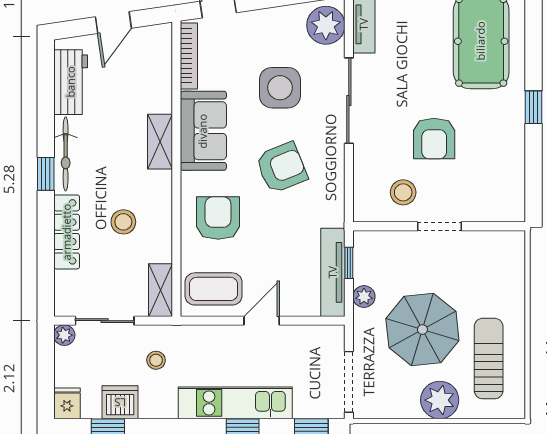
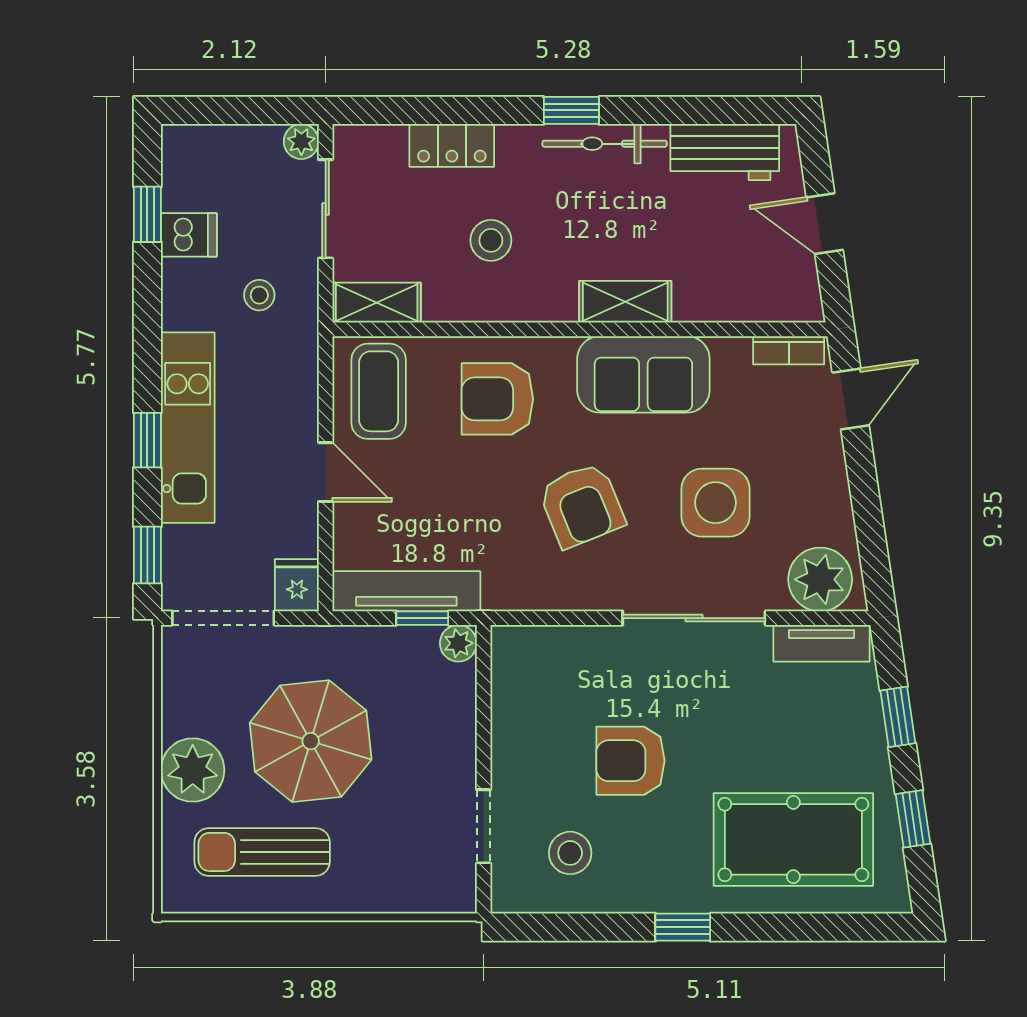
bookcase: (189, 56) -> (789, 350), width x0.64
stool: (403, 192) -> (570, 853), moved
armchair: (218, 218) -> (497, 399), turned 180
doorway: (440, 226) -> (484, 826), moved
locker: (67, 232) -> (452, 145), width x0.66
plant: (364, 297) -> (458, 643), moved
sun lounger: (489, 359) -> (262, 852), turned 180
dishwasher: (120, 402) -> (189, 235), width x0.73
fridge: (67, 403) -> (297, 585), moved, turned -90

